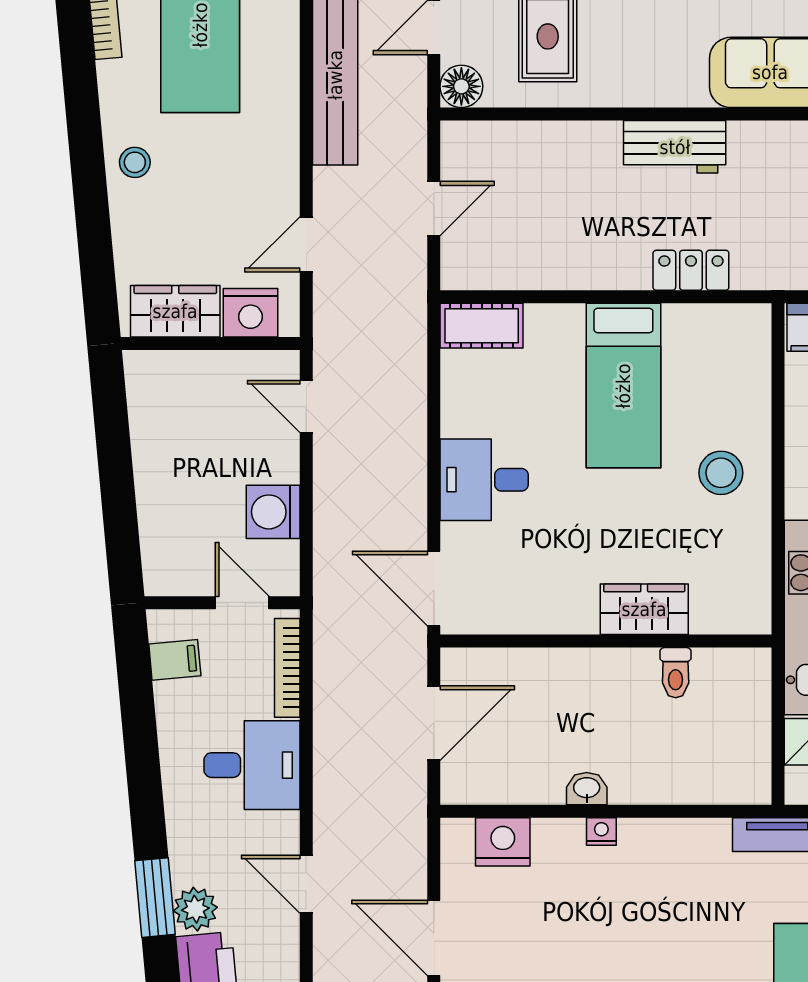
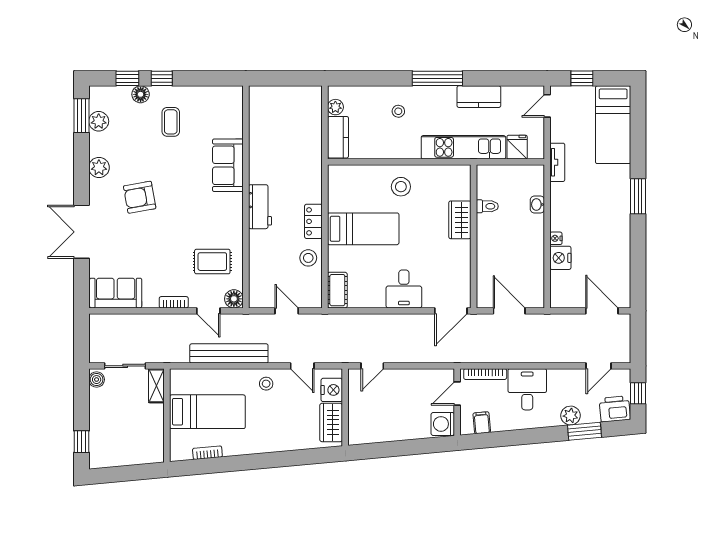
stool: (135, 162) -> (266, 384), moved
stool: (556, 258) -> (308, 258), added
locker: (691, 270) -> (313, 221), moved
washing machine: (273, 512) -> (443, 424), moved, turned 90
washbasin: (587, 789) -> (537, 205), moved
nightstand: (503, 842) -> (560, 258), moved
door: (306, 884) -> (599, 366), moved
plant: (195, 909) -> (571, 416), moved
door: (434, 938) -> (602, 311), swing flipped

